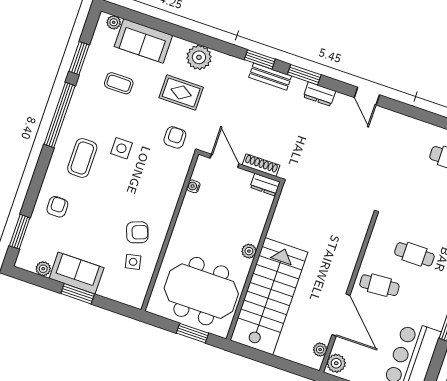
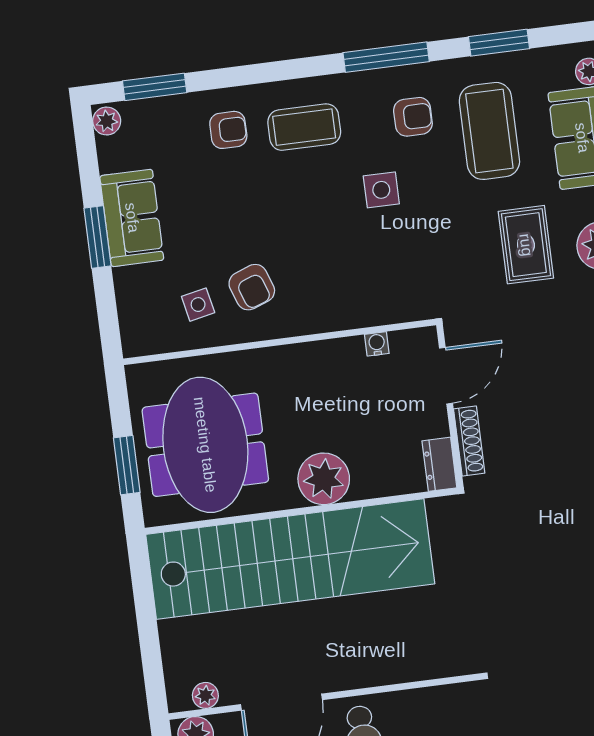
coffee table: (119, 83) -> (489, 131), width x1.86, depth x1.72
window: (60, 115) -> (386, 57), width x0.68
armchair: (175, 137) -> (413, 117), moved
coffee table: (82, 158) -> (304, 127), moved
plant: (249, 251) -> (324, 479), width x1.88, depth x1.88
plant: (43, 269) -> (107, 121), moved
stairs: (269, 296) -> (290, 559), width x1.36

